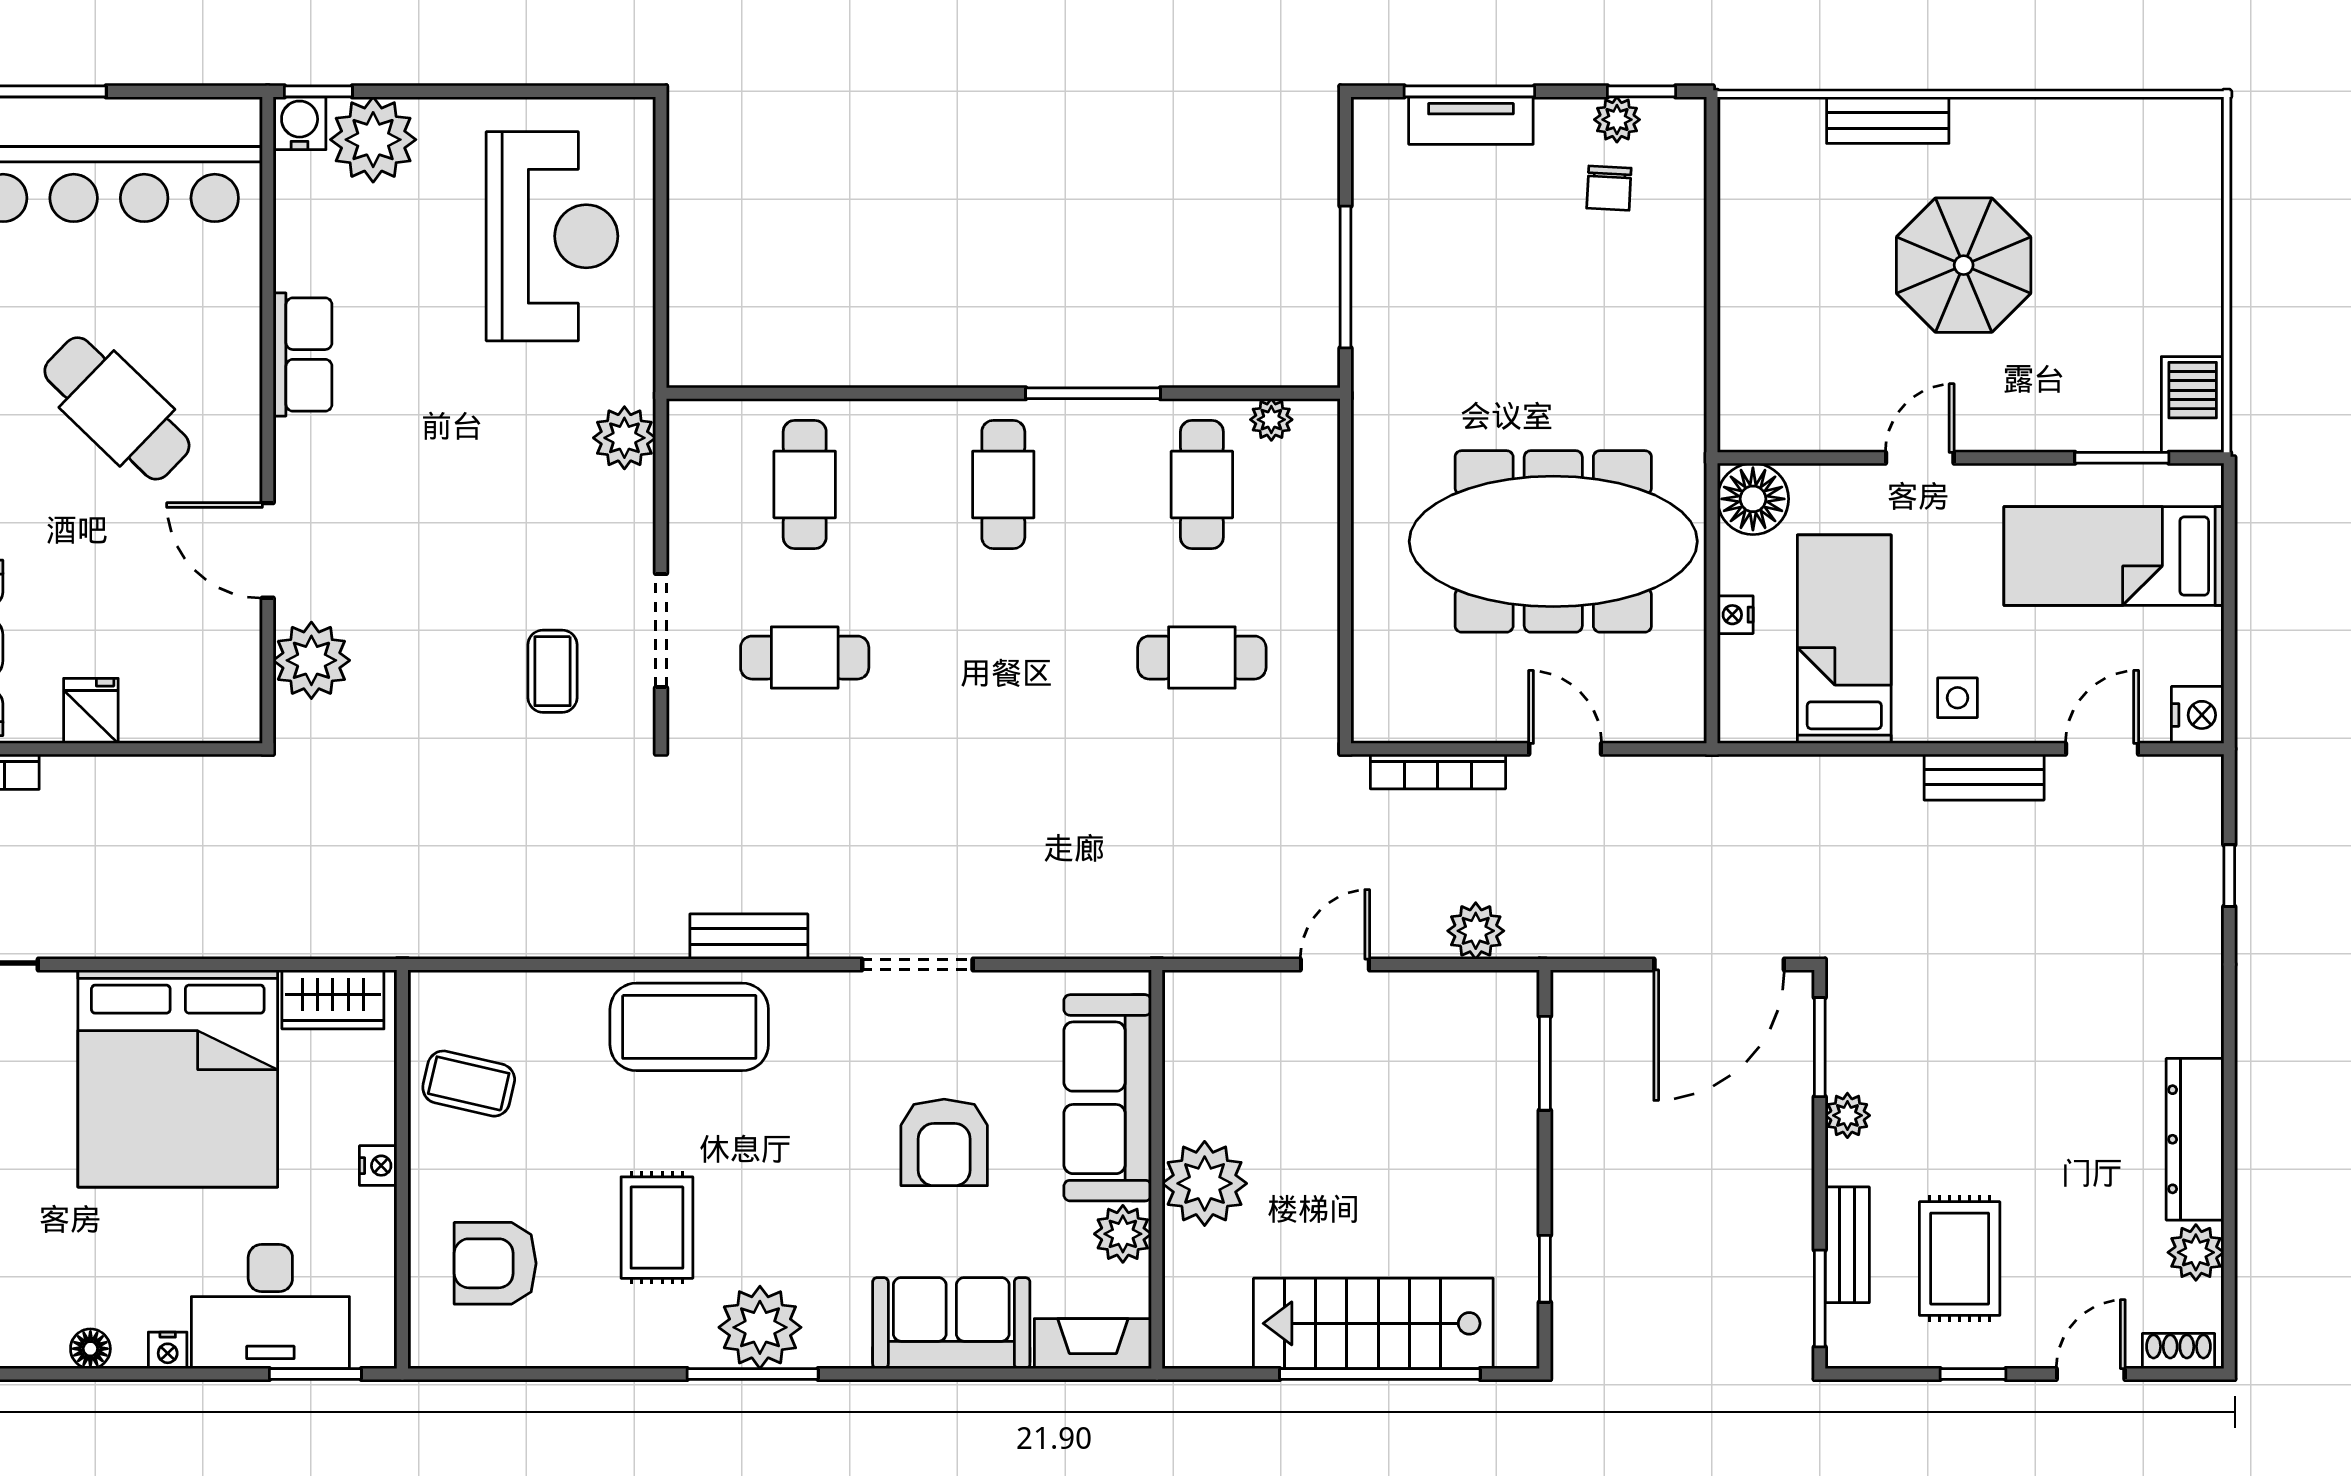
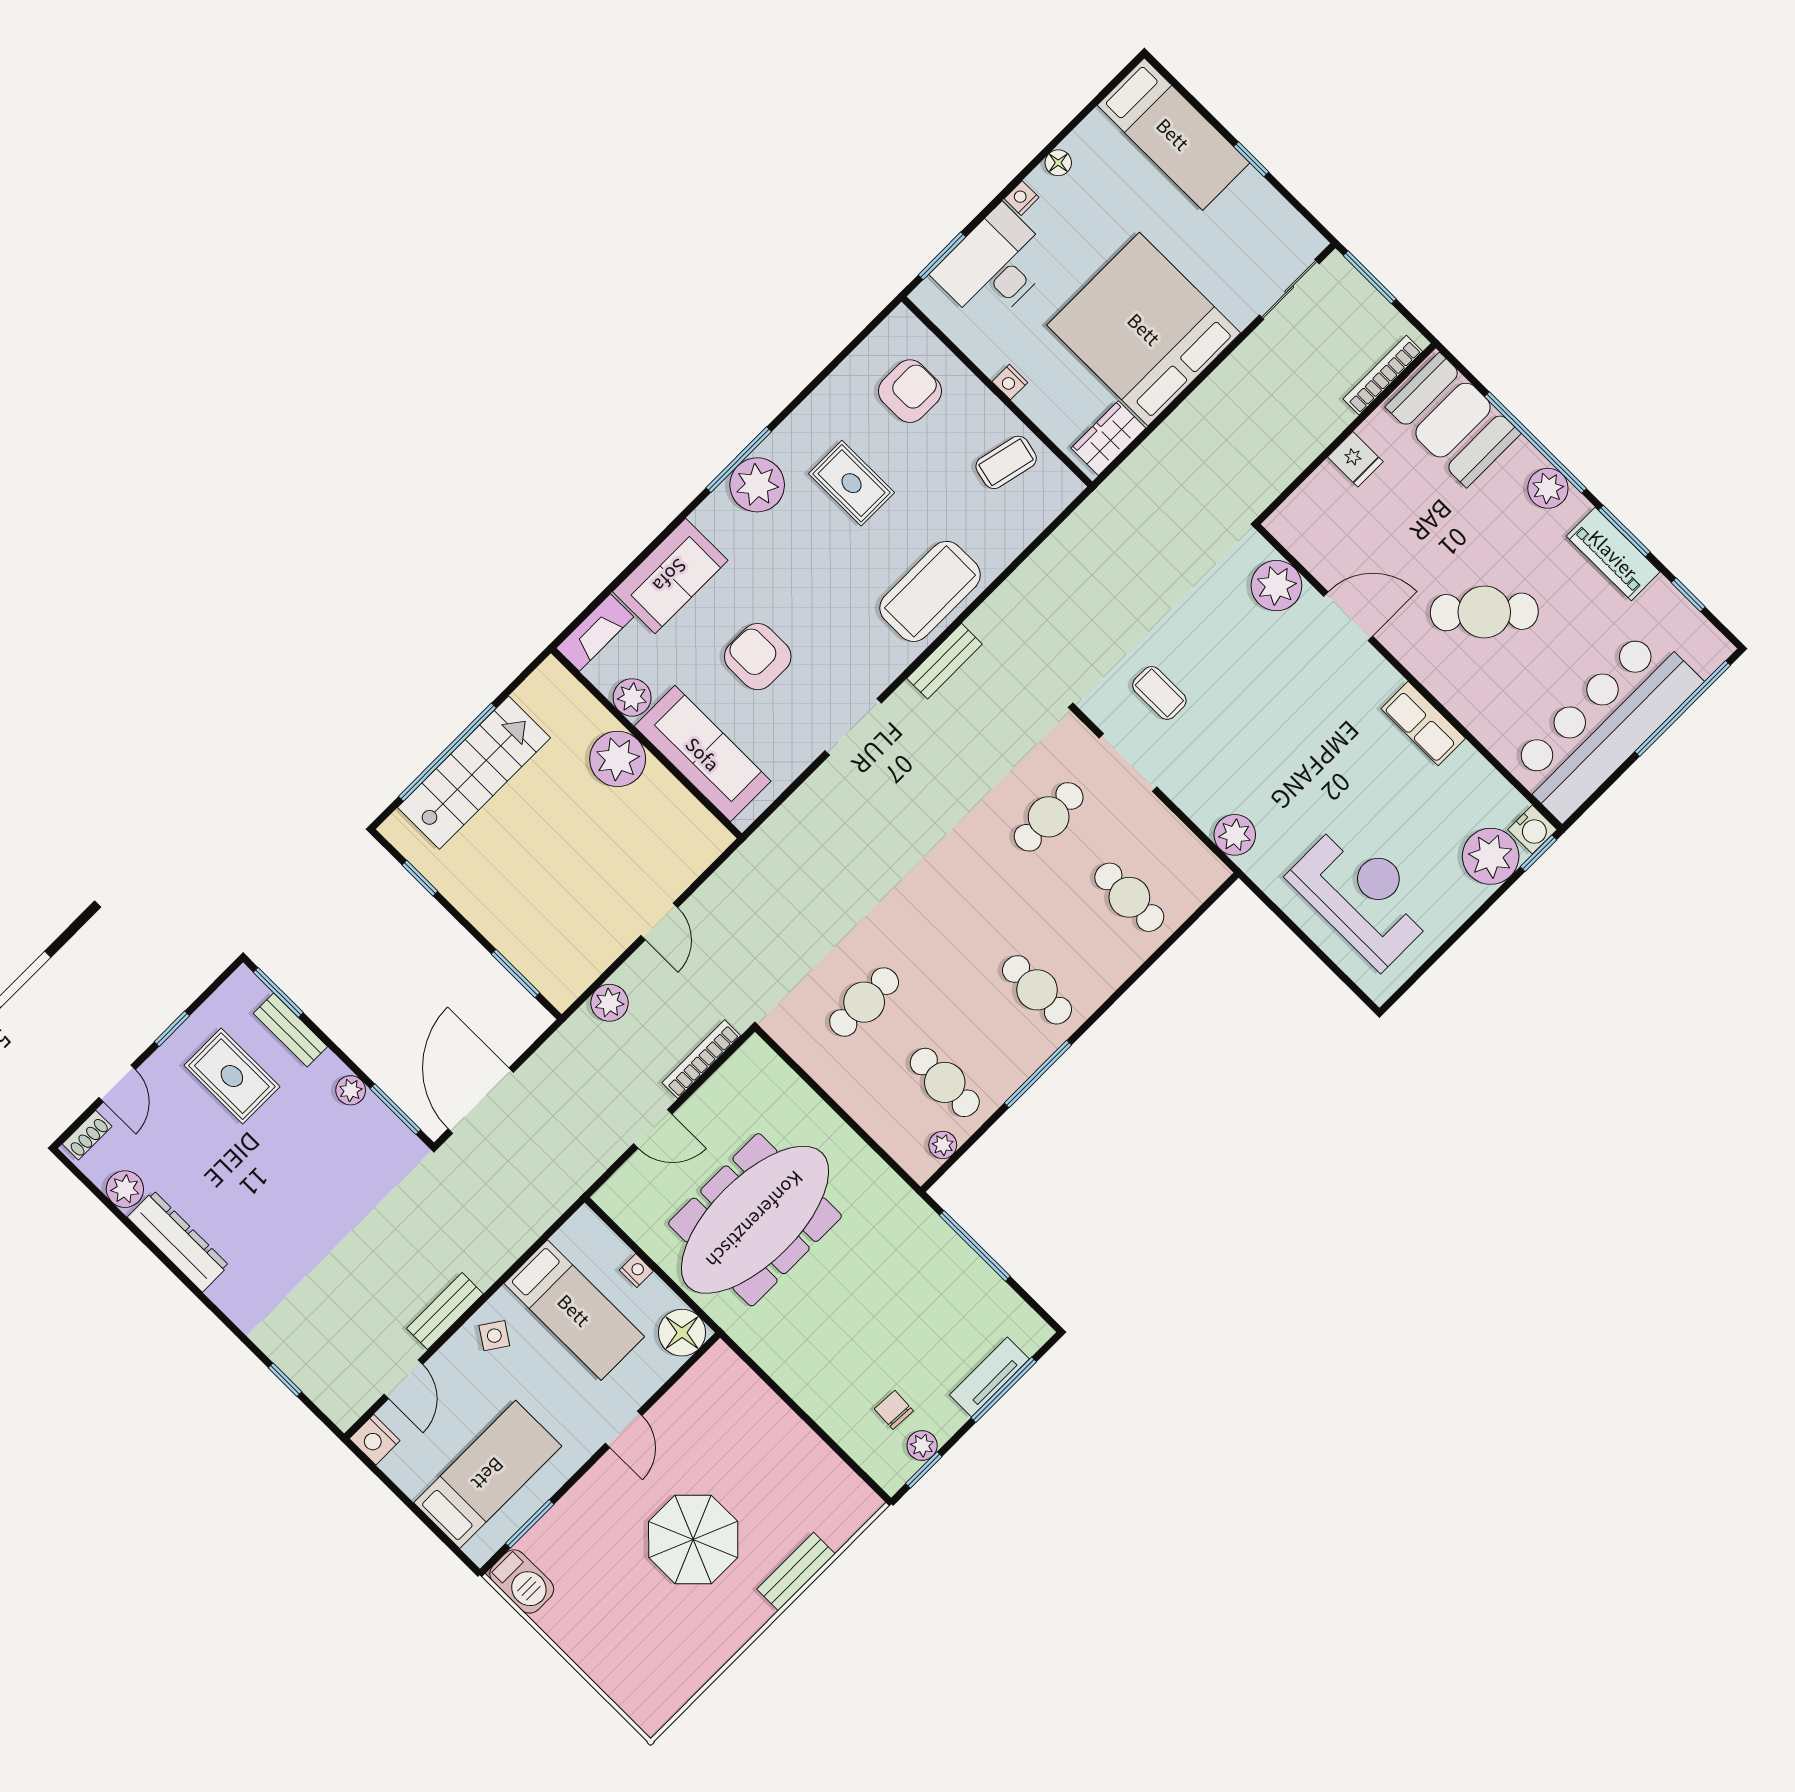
reception desk: (552, 236) -> (1362, 895), turned 180
side table: (1957, 698) -> (494, 1336), turned 34

